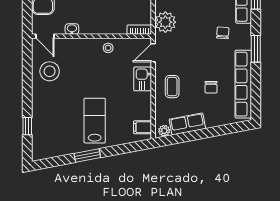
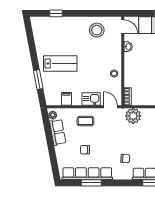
door: (45, 36) -> (123, 27), swing flipped
window: (256, 49) -> (91, 183), moved
filing cabinet: (142, 127) -> (66, 99), moved
window: (87, 156) -> (38, 80), moved

